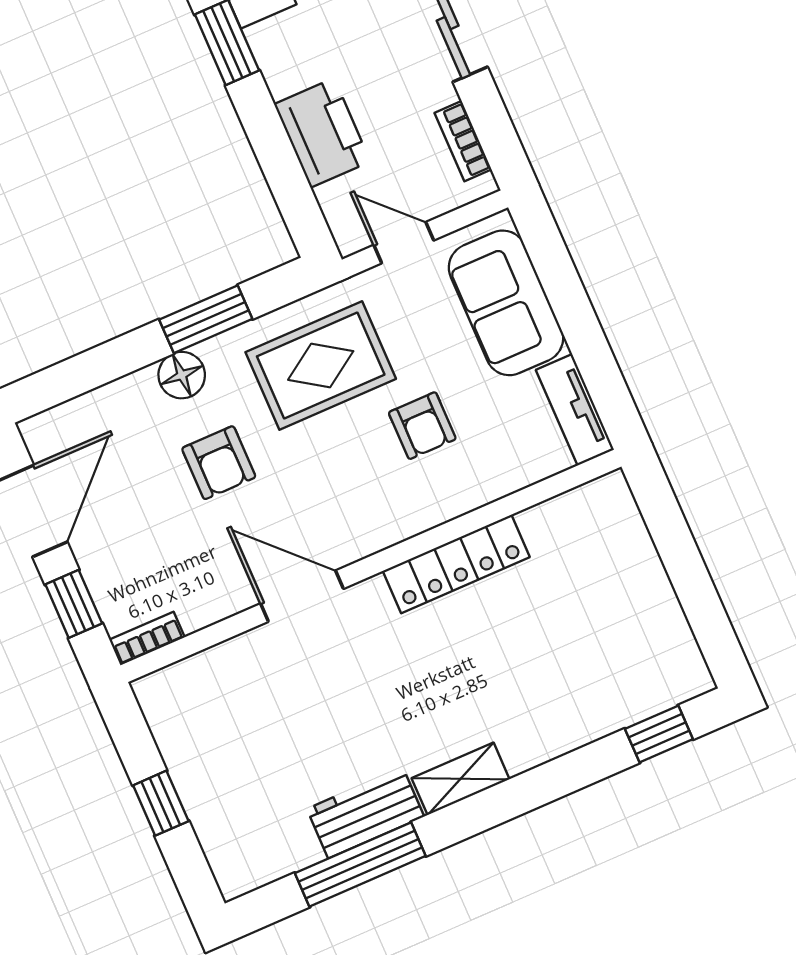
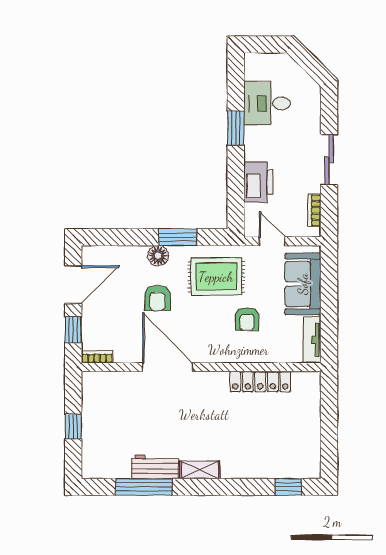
locker: (456, 564) -> (260, 382), moved
door: (302, 596) -> (168, 367), width x1.36

